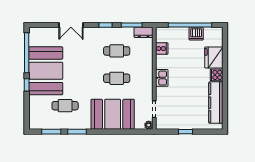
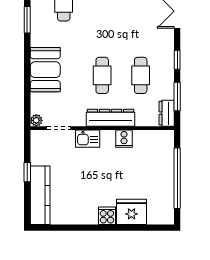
dishwasher: (196, 34) -> (165, 187), removed
cooker: (162, 49) -> (124, 139), moved
dresser: (147, 72) -> (111, 118), added
kitchen sink: (162, 78) -> (88, 139), moved
kitchen counter: (216, 103) -> (40, 195), moved, turned 90
booth: (113, 114) -> (45, 70), width x0.73, depth x0.70

